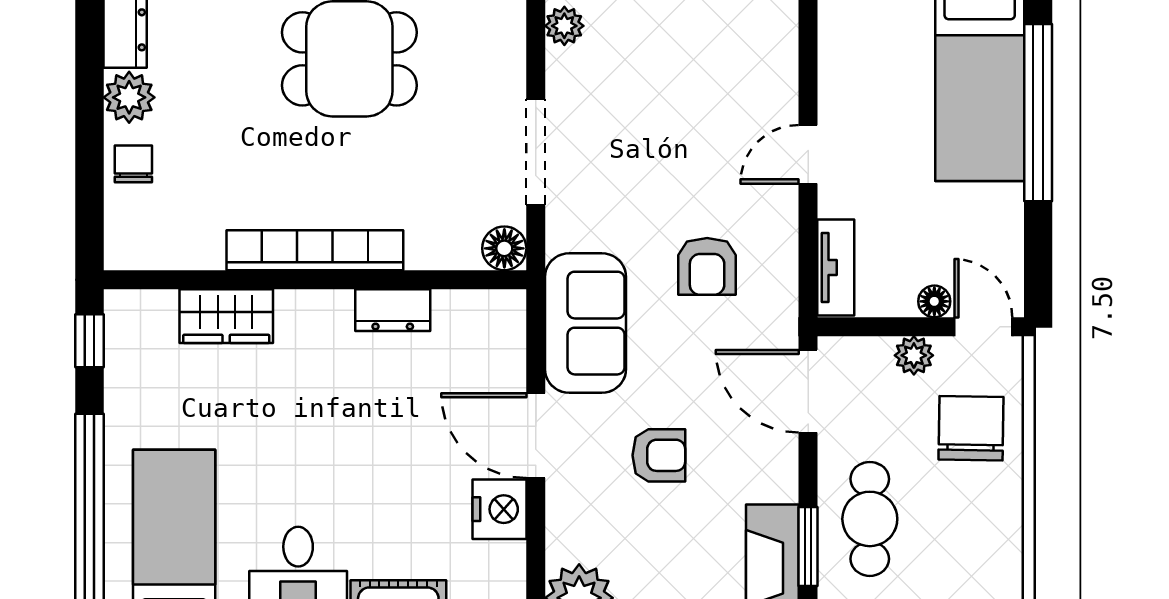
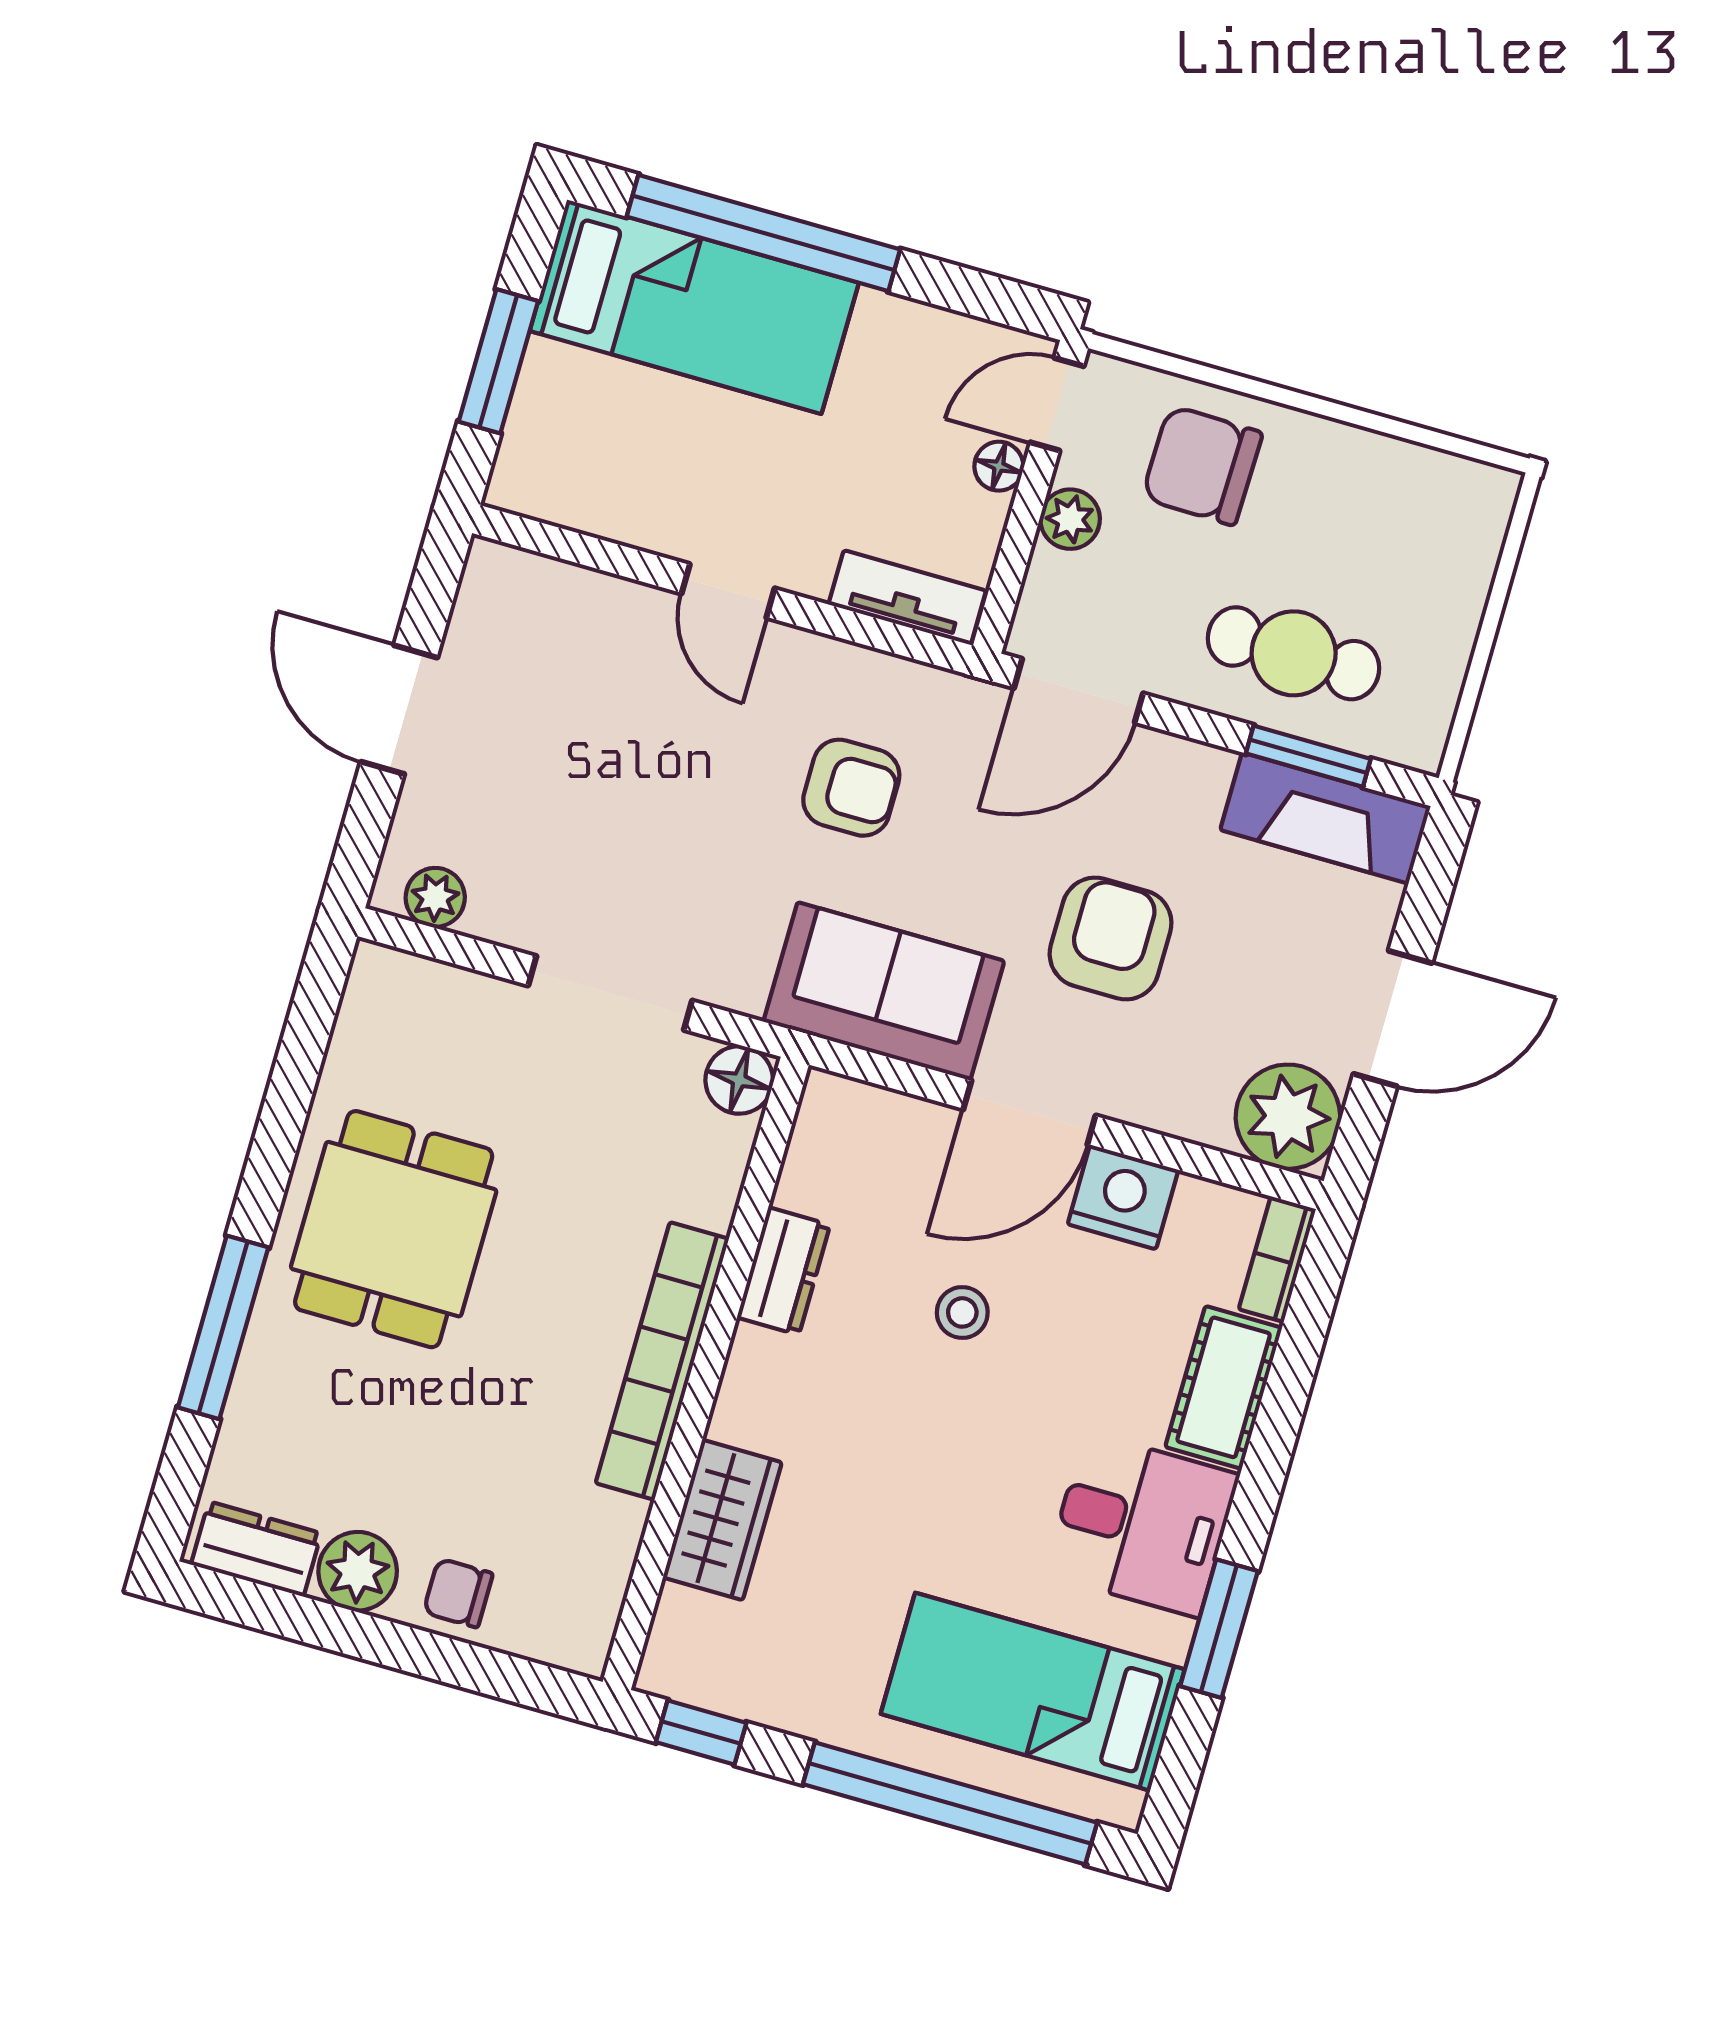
stool: (399, 429) -> (962, 1312), added
armchair: (659, 455) -> (1111, 938), width x1.38, depth x1.38

